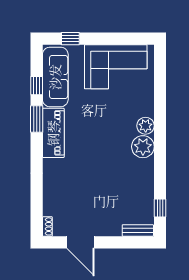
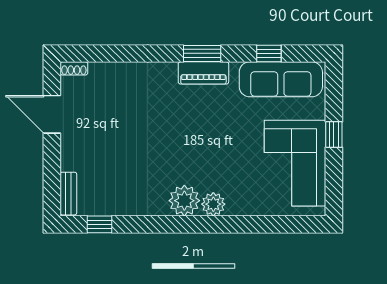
window: (70, 39) -> (334, 135), moved
window: (37, 119) -> (202, 53), moved
piano: (53, 133) -> (203, 73), width x0.73, depth x0.75
door: (80, 242) -> (52, 114), hinge flipped

